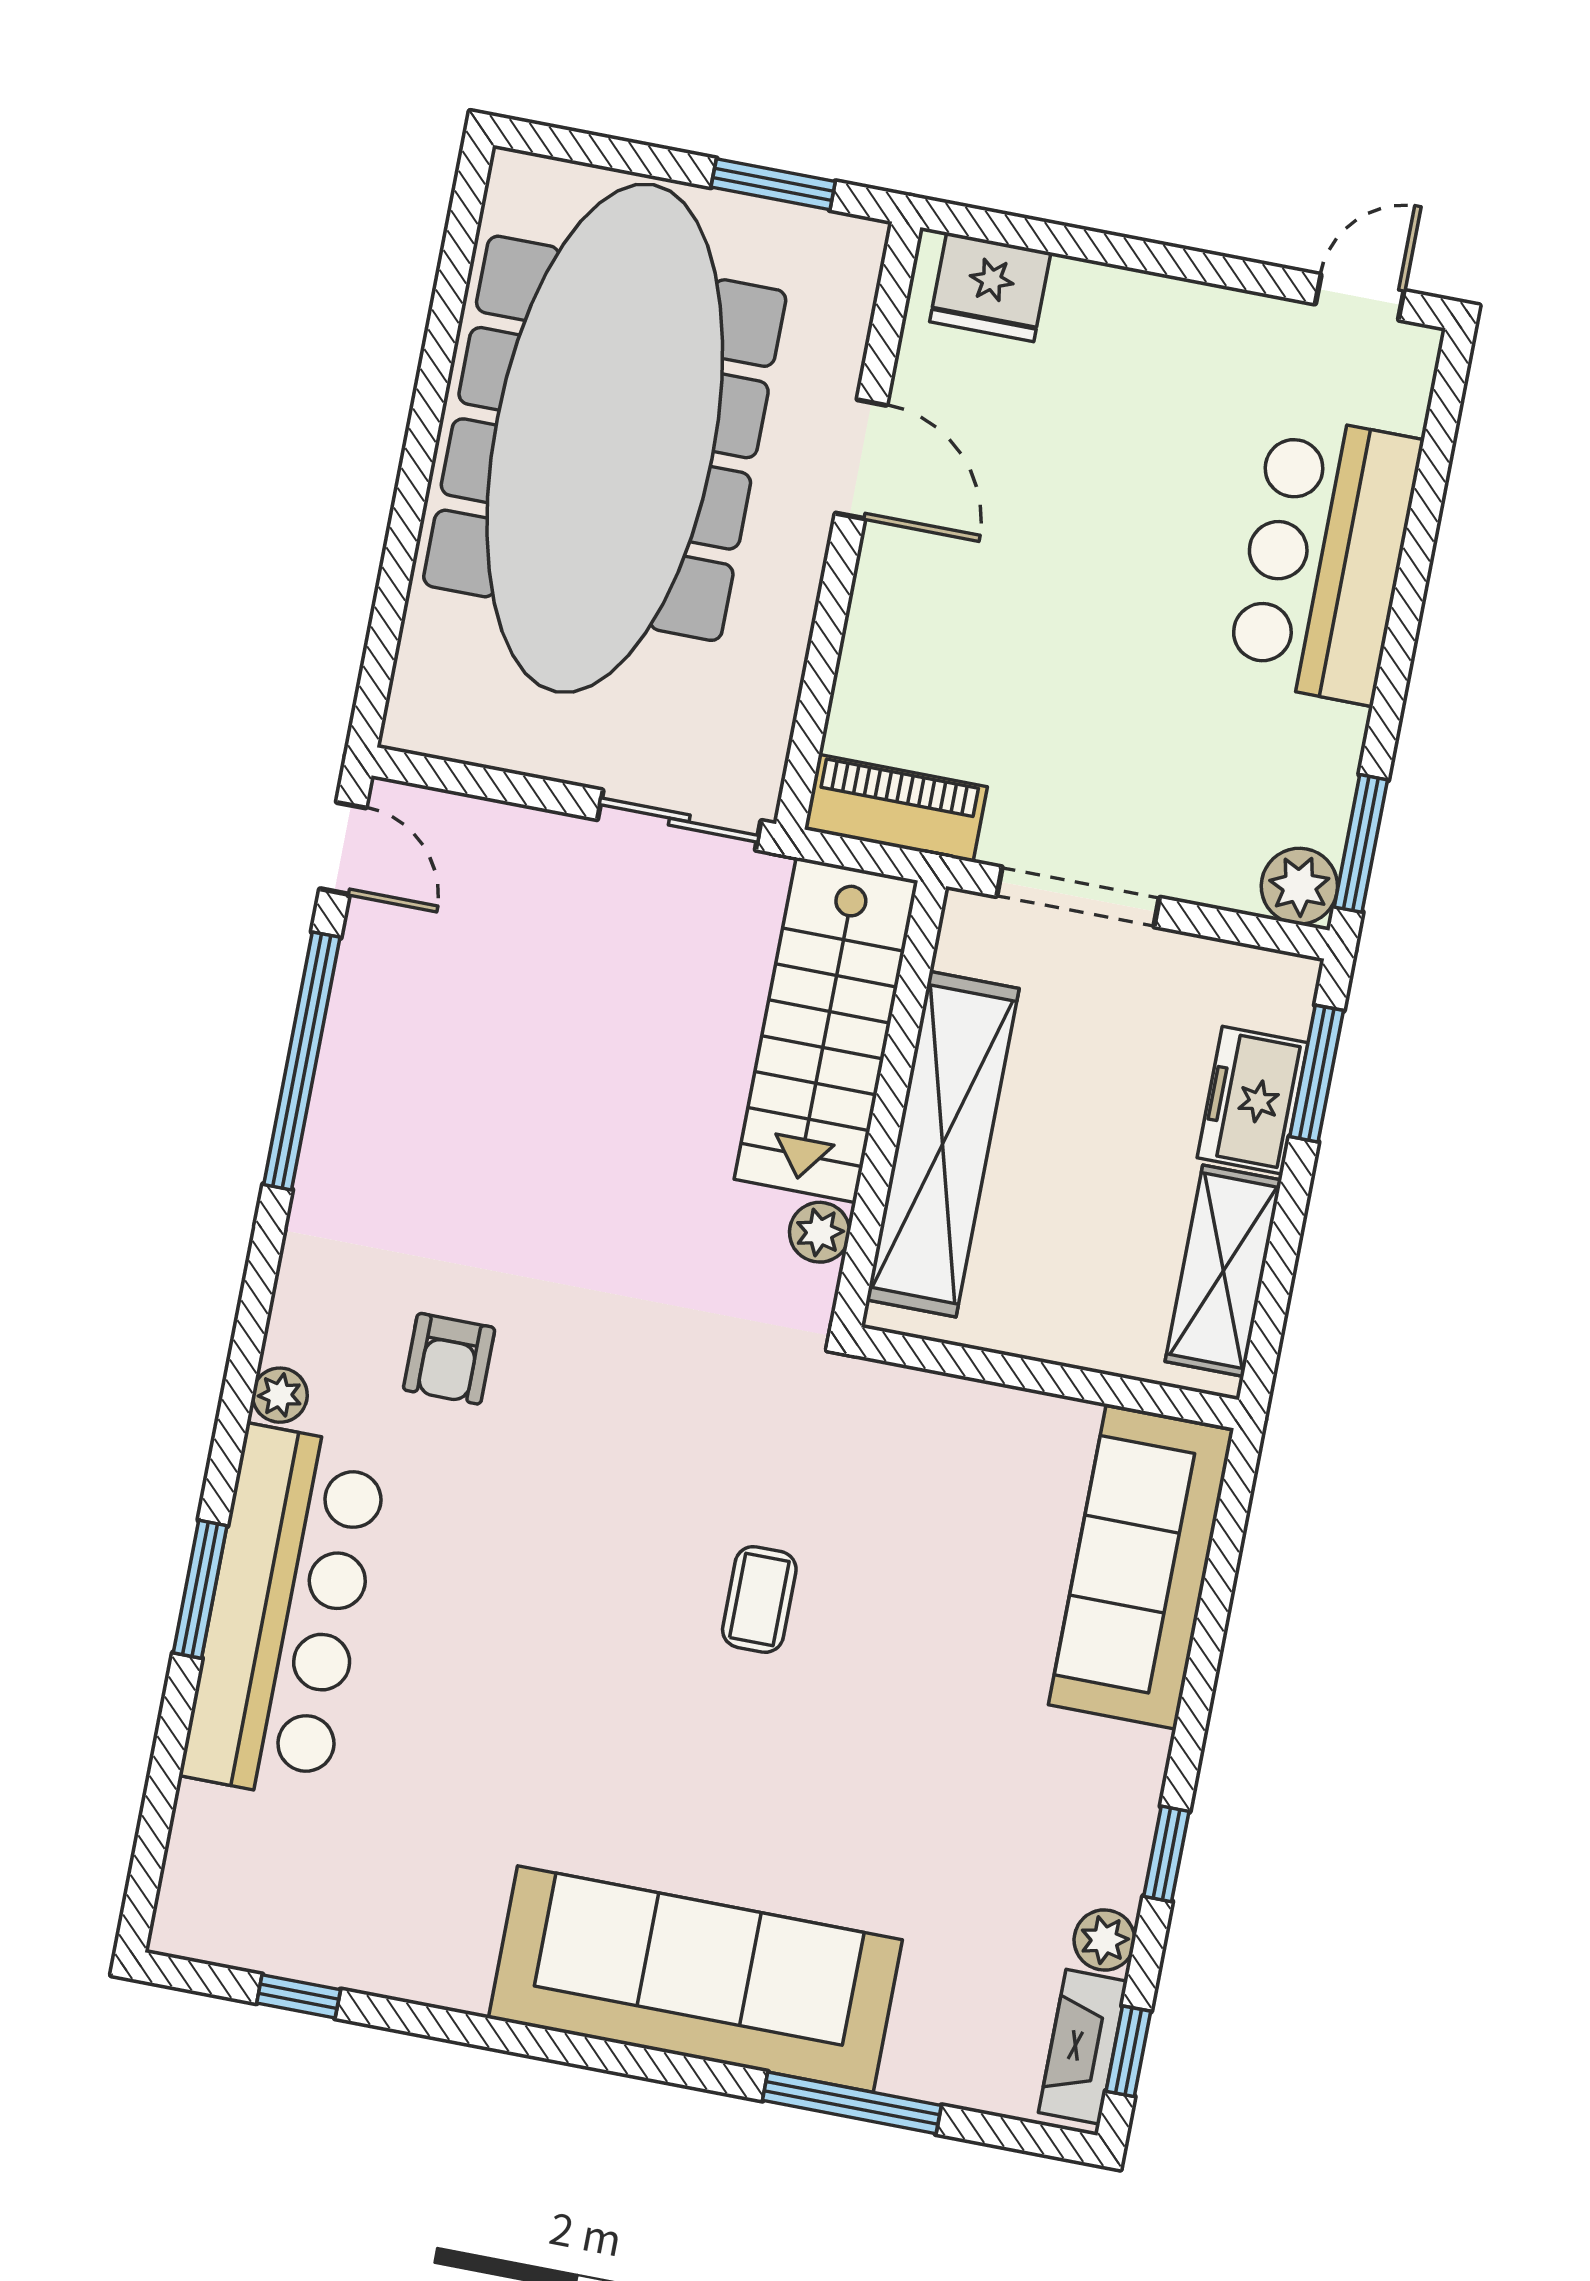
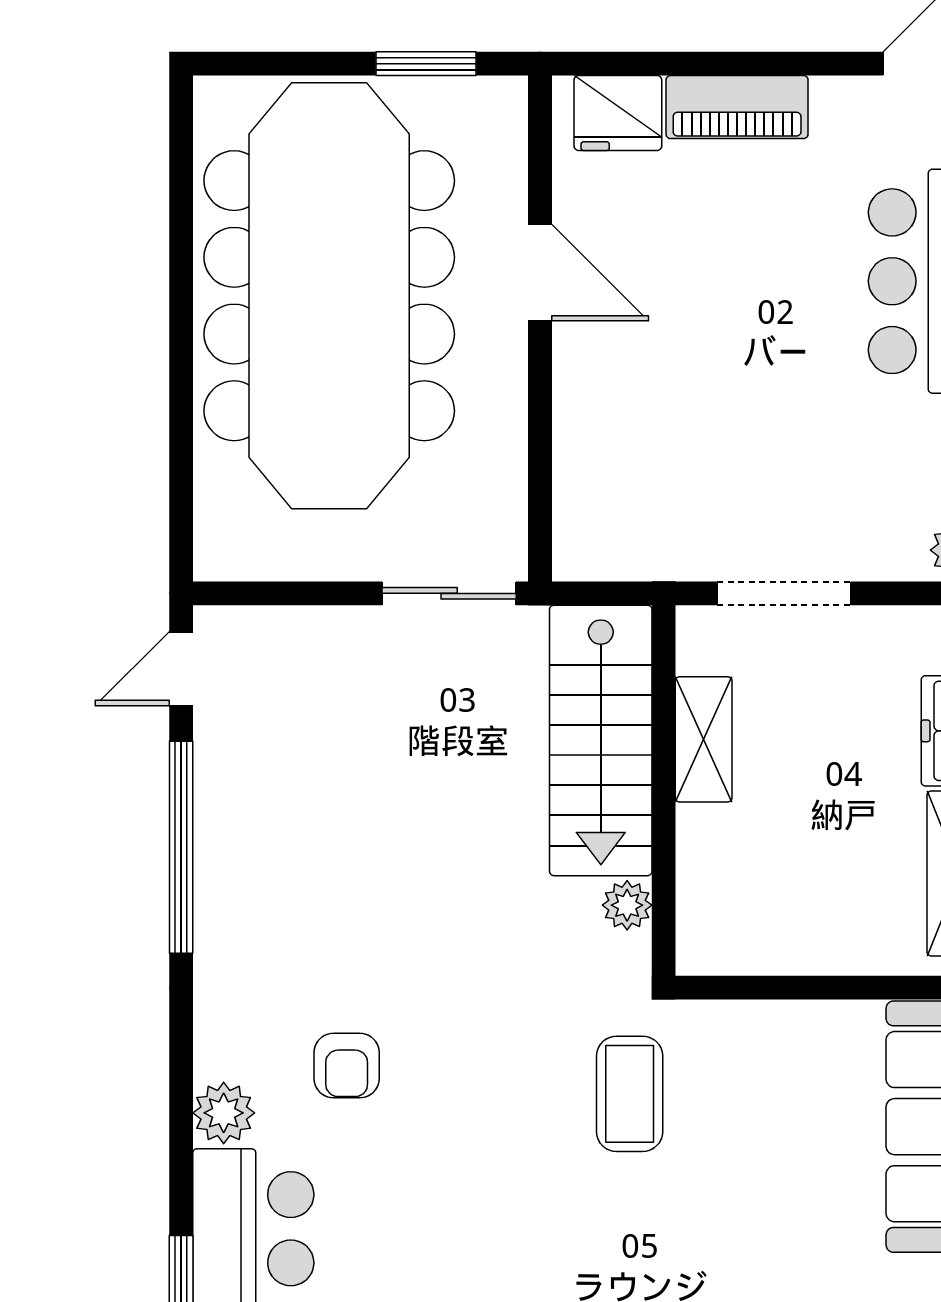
piano: (896, 808) -> (737, 107), moved, turned 180
door: (343, 848) -> (181, 669), swing flipped
shelving: (943, 1144) -> (704, 739), width x0.45, depth x0.75
plant: (280, 1395) -> (224, 1113), width x1.38, depth x1.38
coffee table: (759, 1599) -> (630, 1094), moved, width x1.36, depth x1.30

